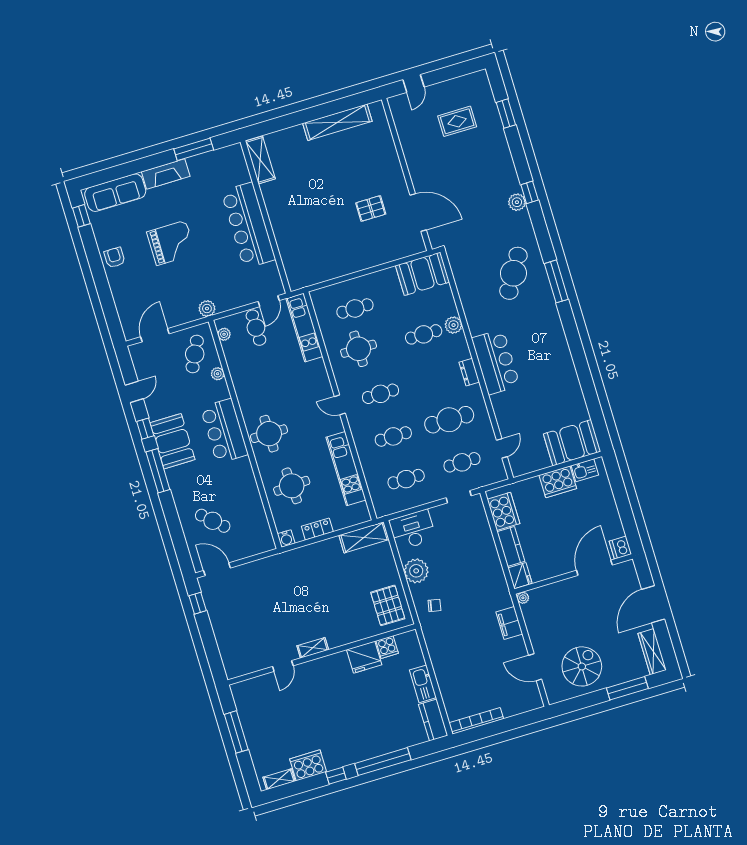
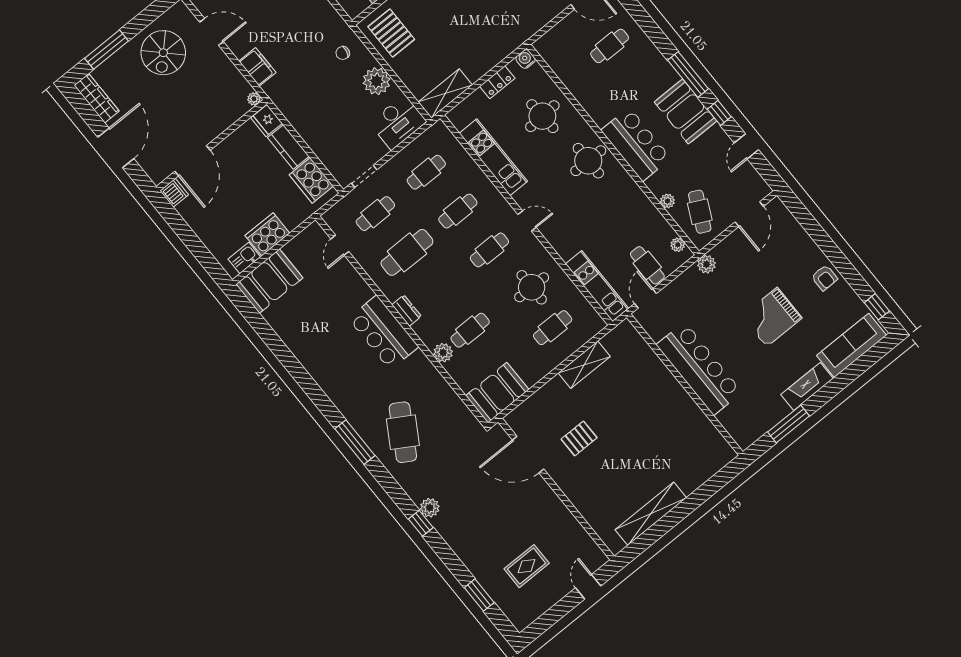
shelving: (260, 160) -> (584, 365), moved, turned 90
cafe table: (213, 521) -> (610, 46), turned -43

